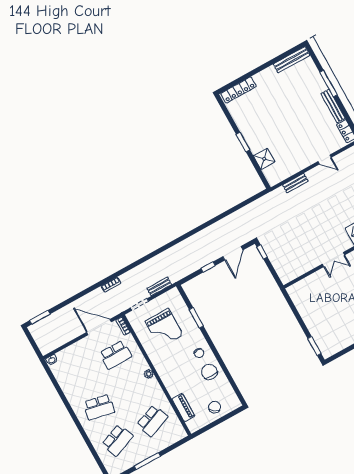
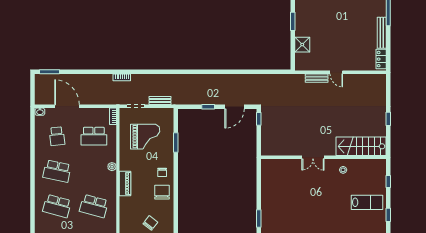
door: (325, 159) -> (336, 72), moved
door: (99, 327) -> (67, 106), moved
grand piano: (164, 328) -> (145, 137), turned -90
school desk: (81, 374) -> (57, 136), added
piano: (183, 407) -> (125, 183), moved
school desk: (152, 421) -> (94, 206), turned 36
school desk: (117, 440) -> (57, 206), turned 36

